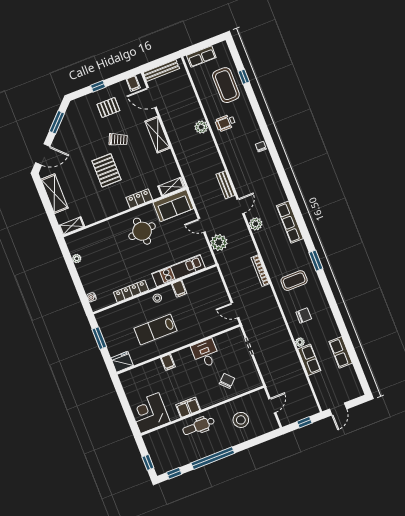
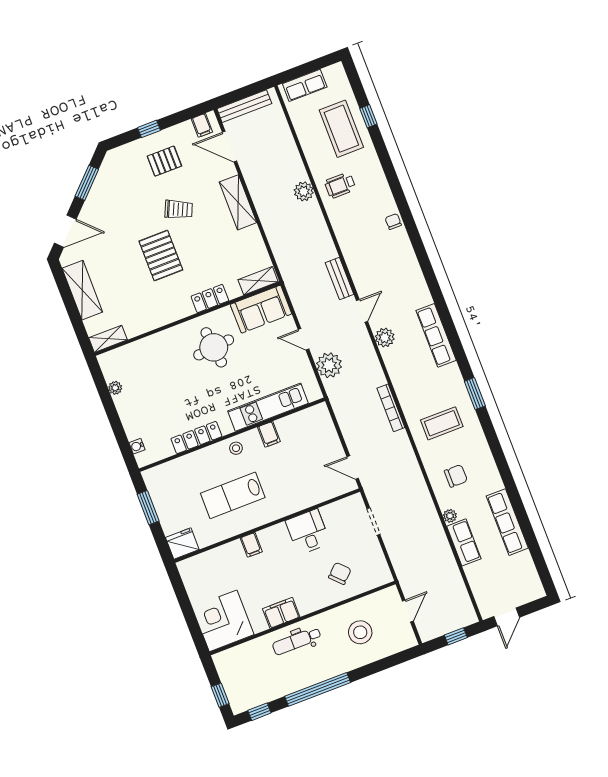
row of seats: (341, 352) -> (507, 522), width x1.48

